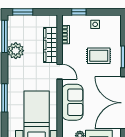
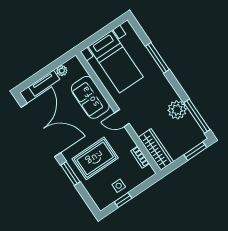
window: (79, 12) -> (123, 200), moved
wardrobe: (51, 45) -> (156, 149), moved
rug: (99, 56) -> (95, 158), width x1.36, depth x1.43

